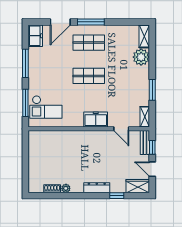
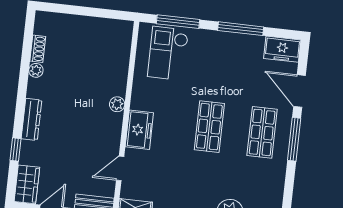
plant: (81, 135) -> (117, 104), added

